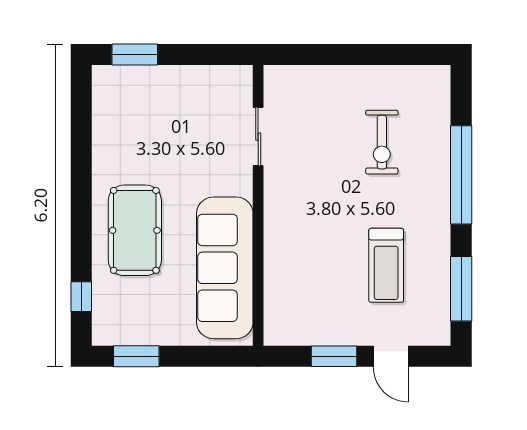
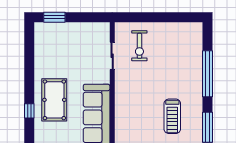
exercise bike: (382, 142) -> (139, 46), moved
window: (81, 297) -> (29, 111), moved

